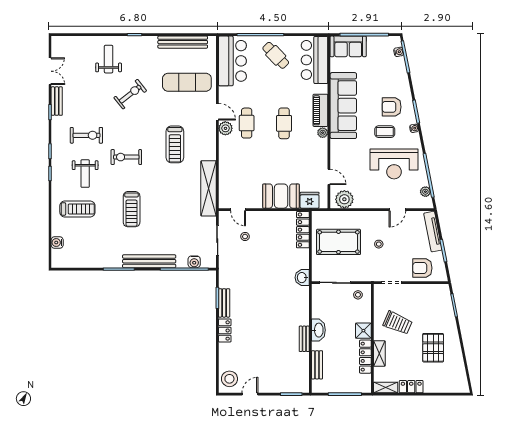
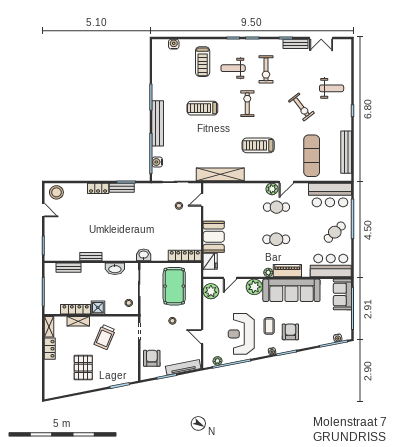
plant: (339, 149) -> (254, 287), added
washbasin: (318, 330) -> (115, 269), moved
pallet: (433, 348) -> (83, 368), turned 90

